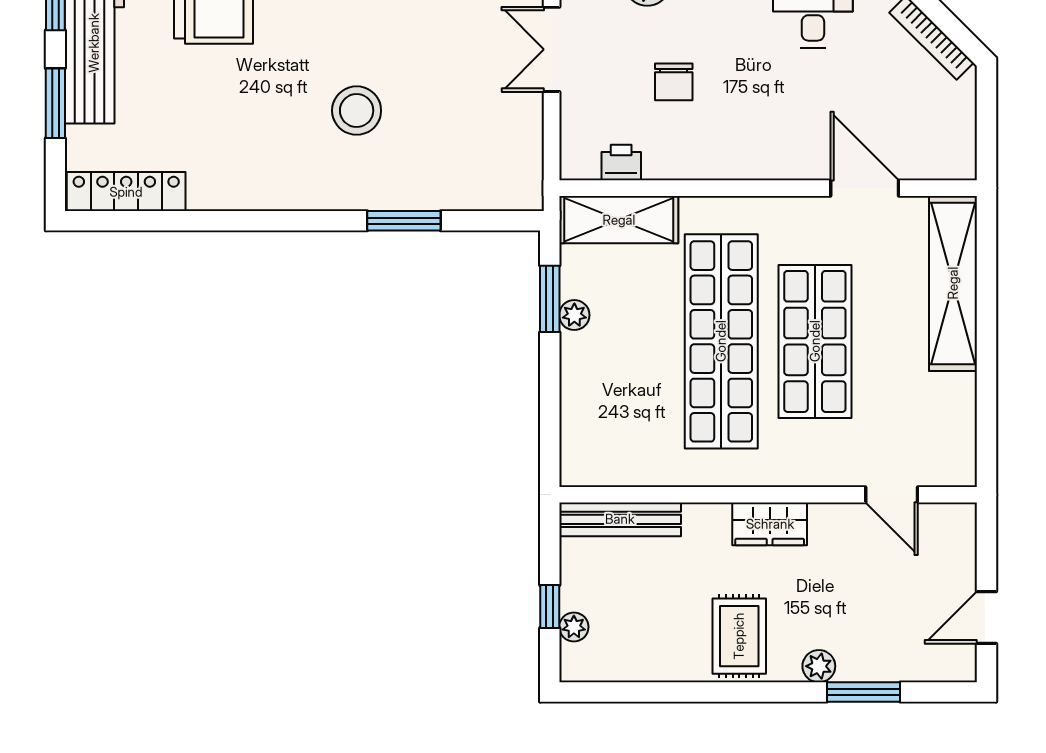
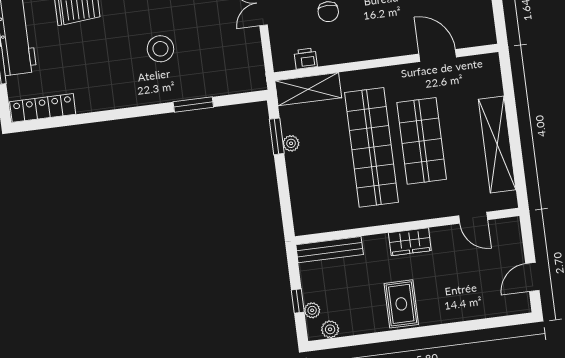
shelving: (953, 283) -> (497, 144), moved
plant: (819, 666) -> (330, 329), moved
window: (864, 692) -> (472, 325), removed

